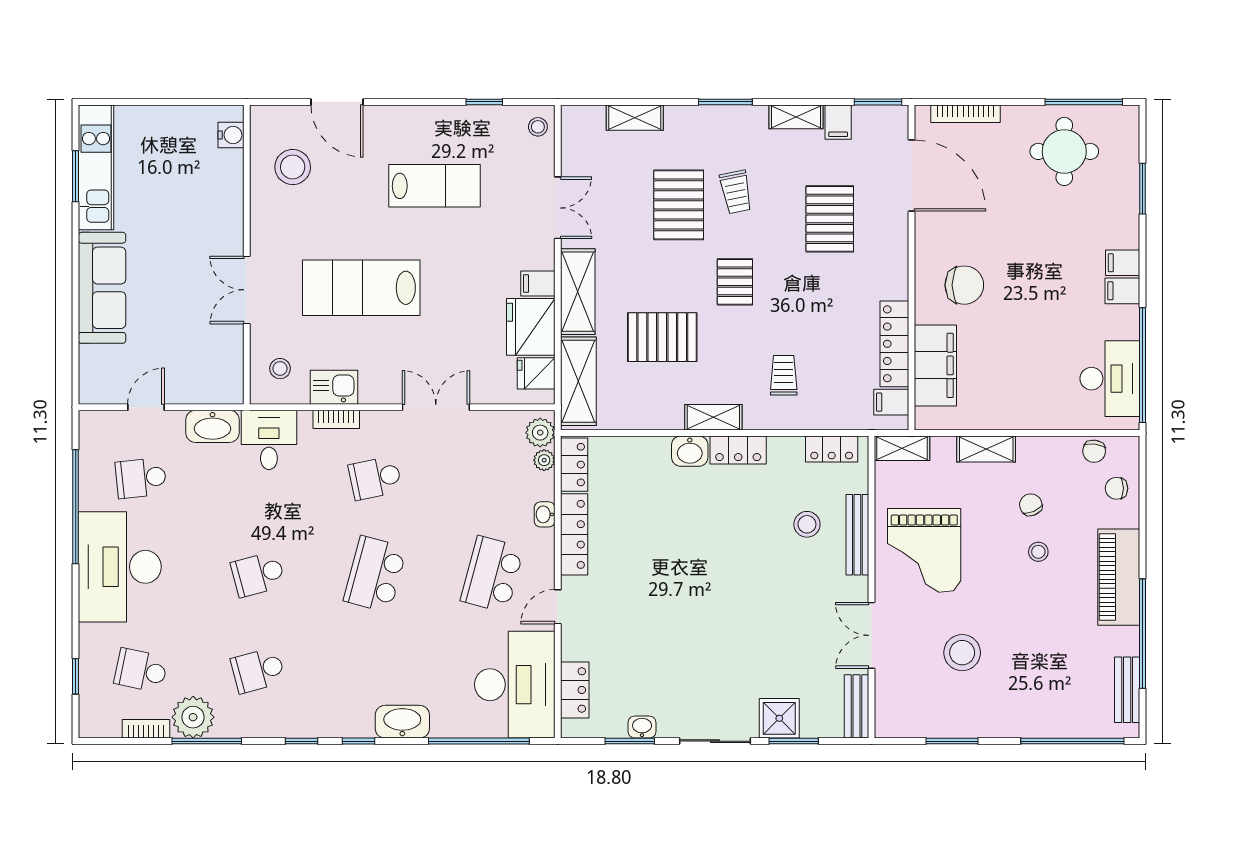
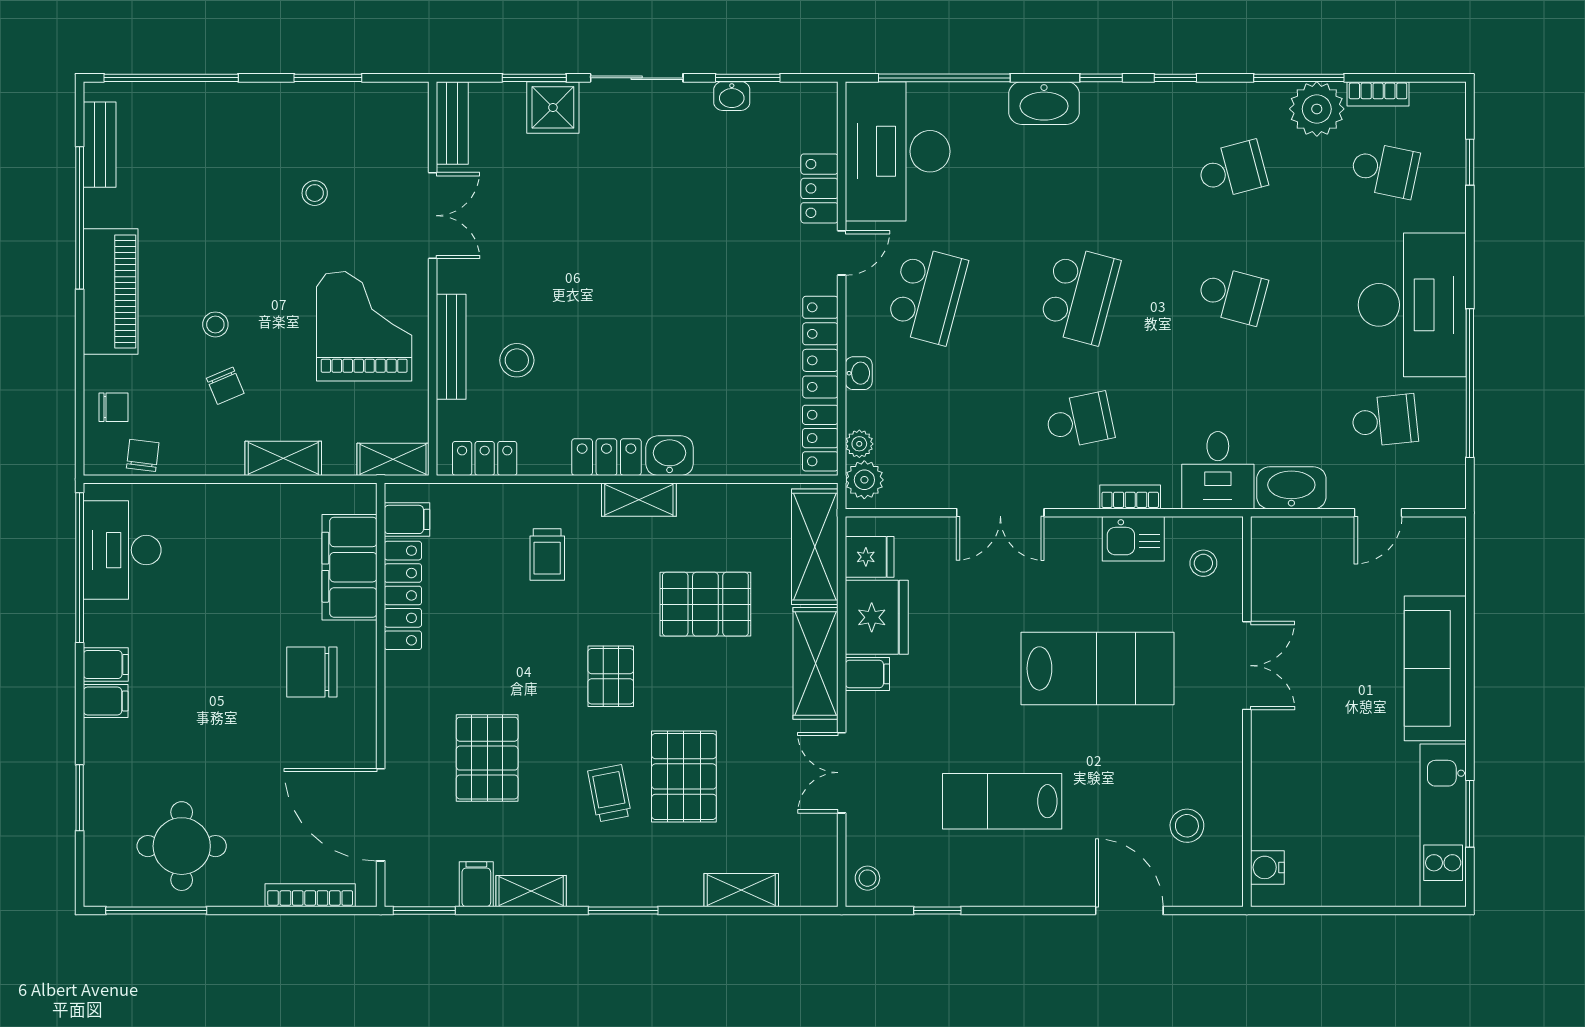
stool: (293, 167) -> (1187, 826), width x0.73, depth x0.73
school desk: (258, 574) -> (1232, 295), turned 30
stool: (962, 653) -> (315, 193), width x0.53, depth x0.53
locker: (575, 690) -> (819, 188), moved

